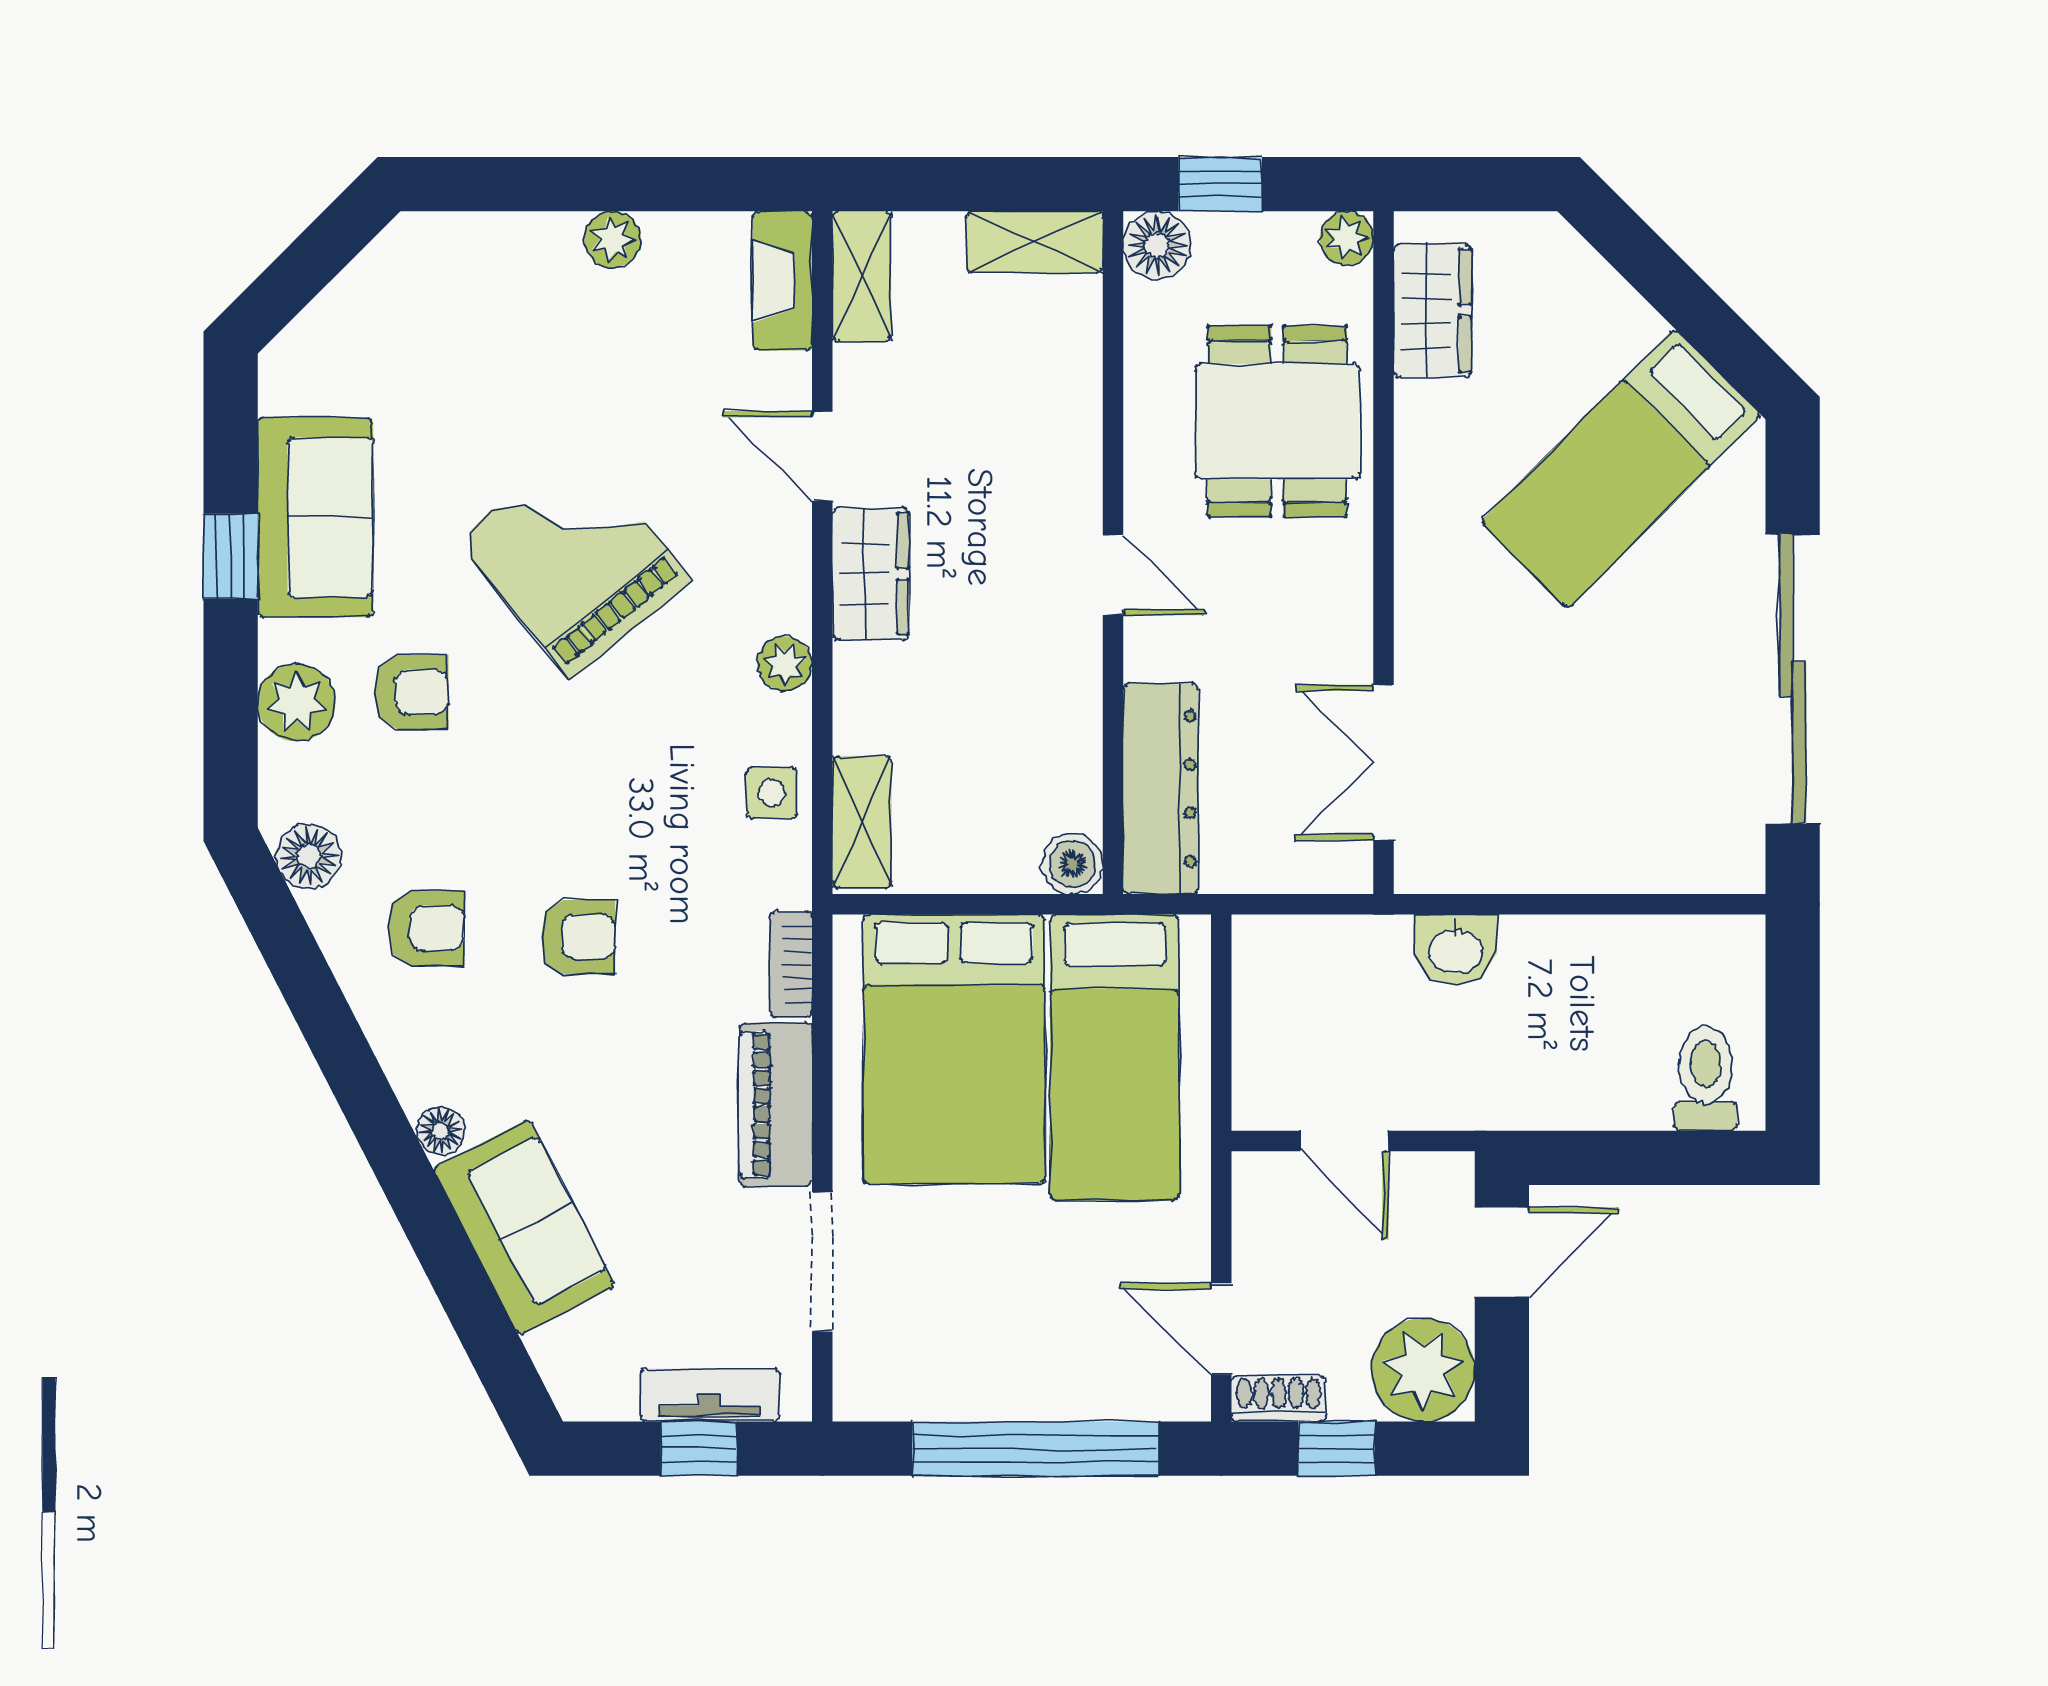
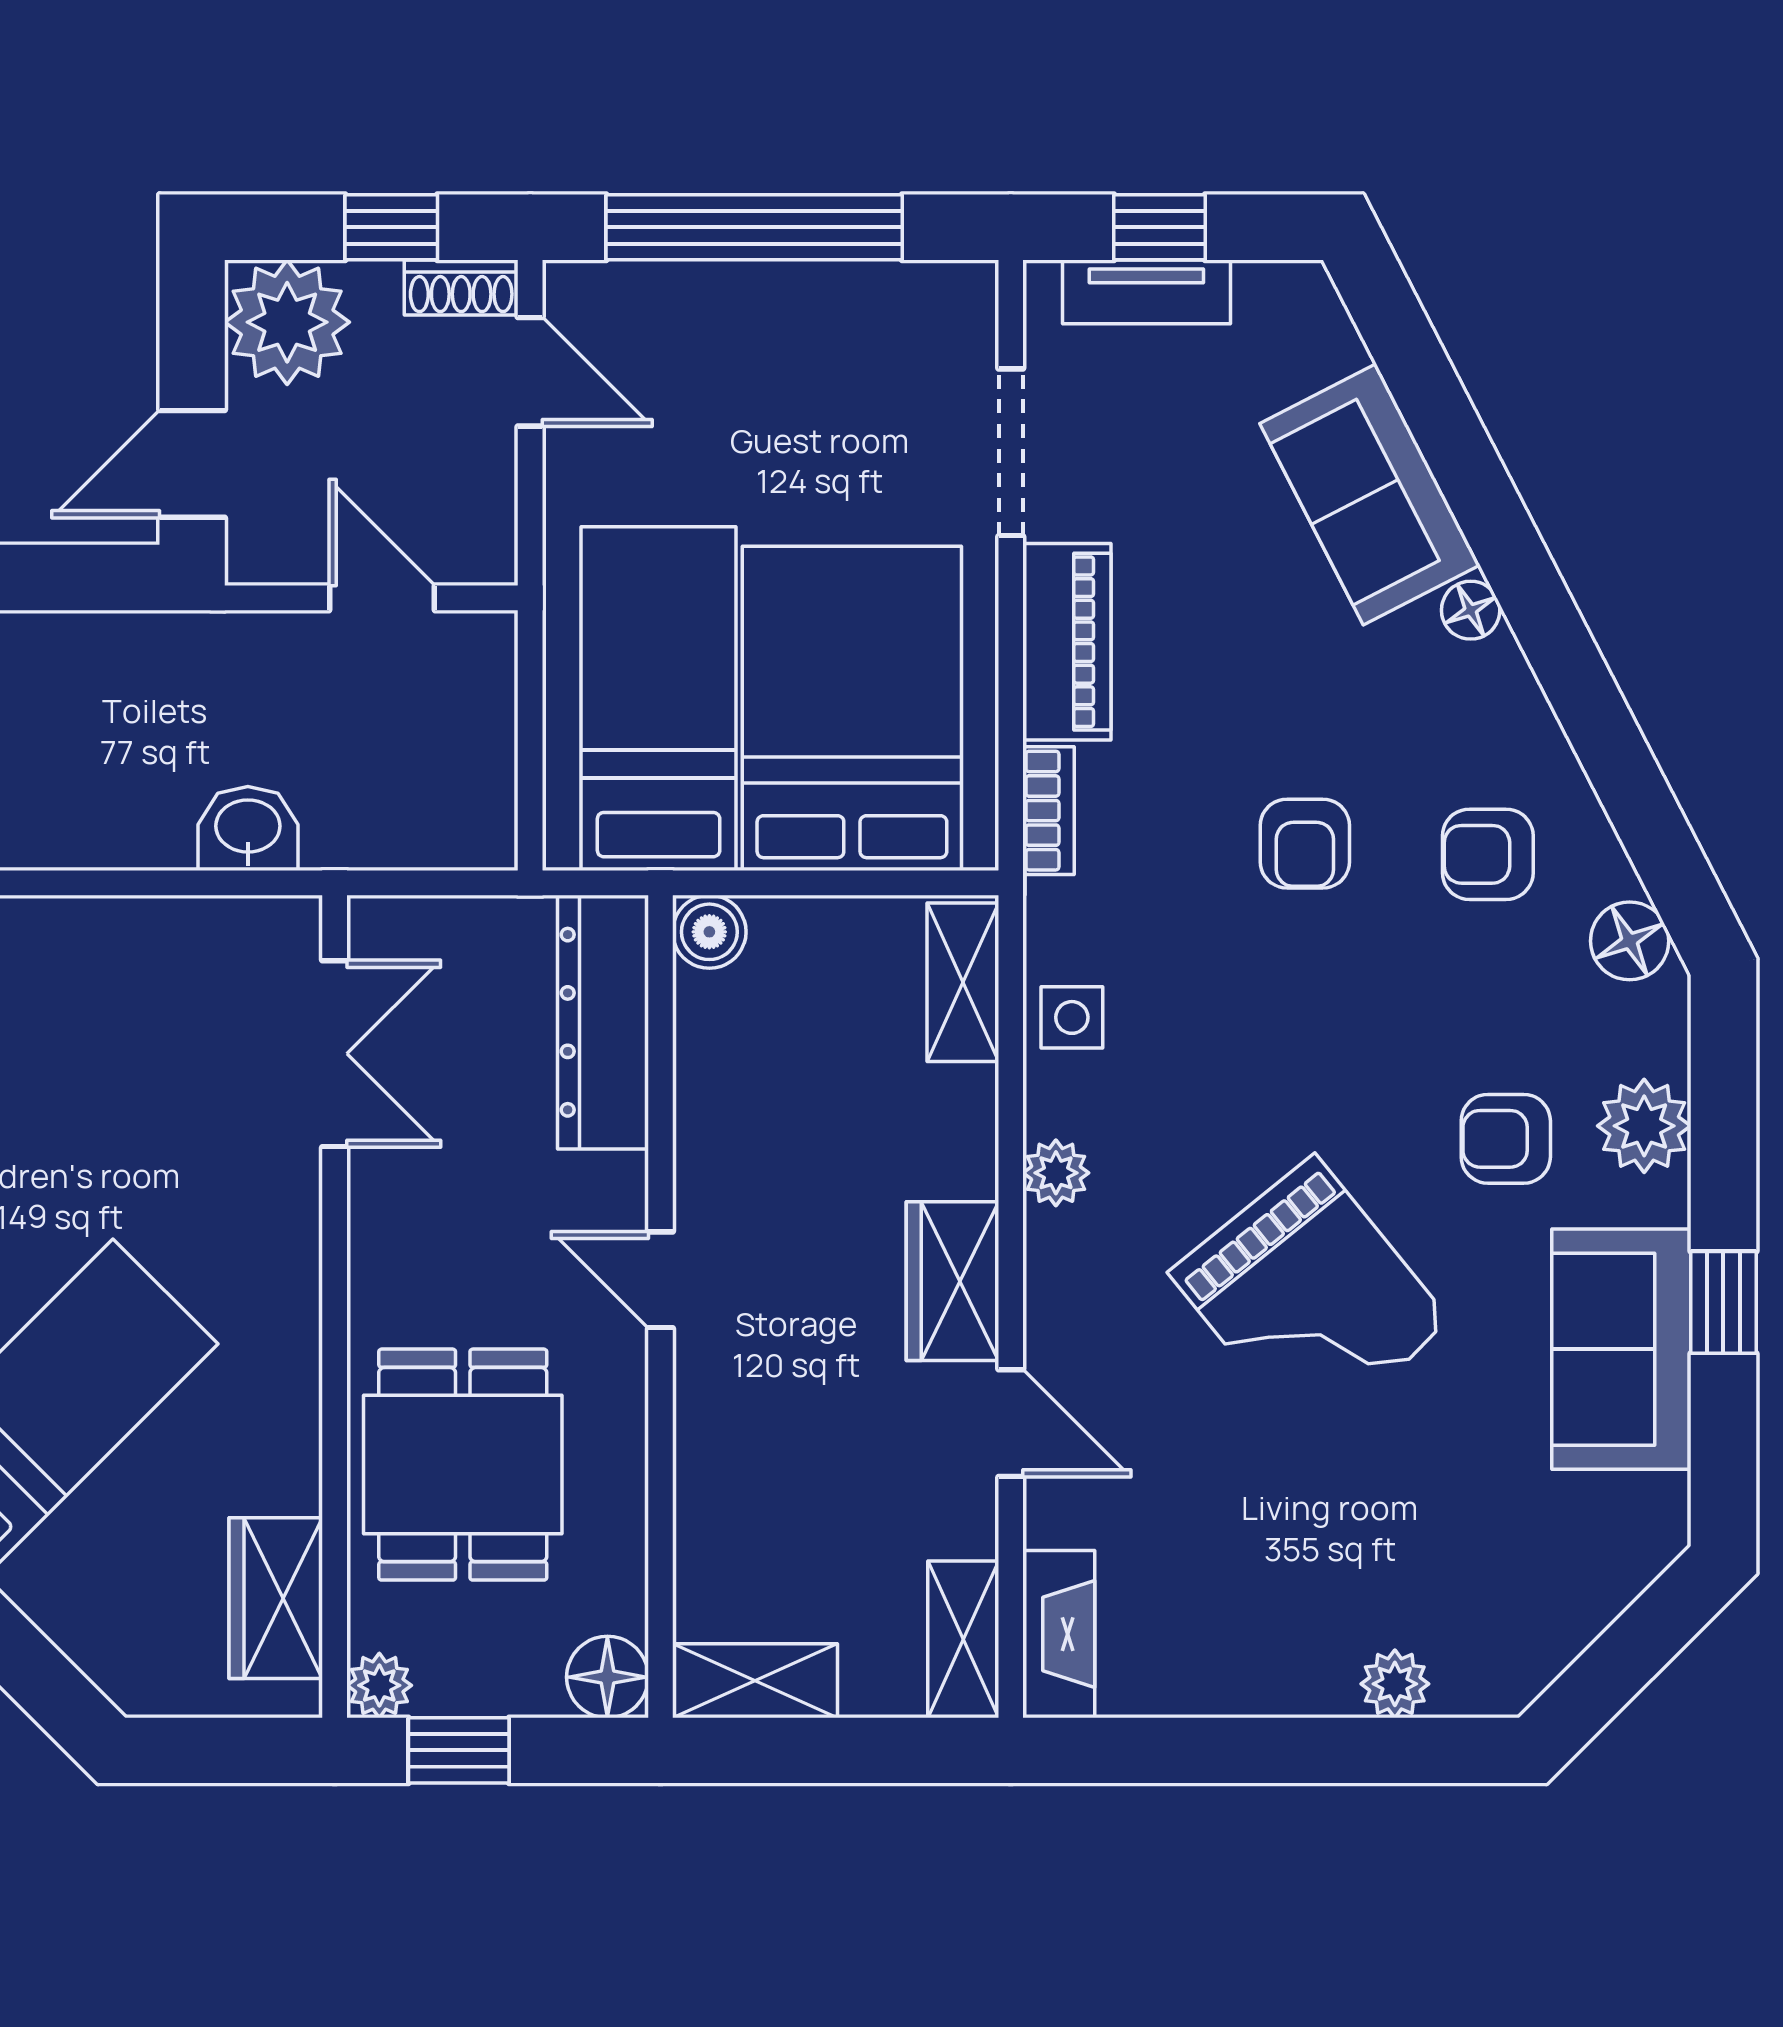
window: (1220, 184) -> (459, 1750), moved
plant: (613, 239) -> (1395, 1684), moved
armchair: (578, 937) -> (1305, 844), turned -90

